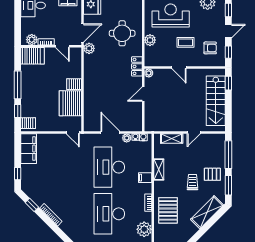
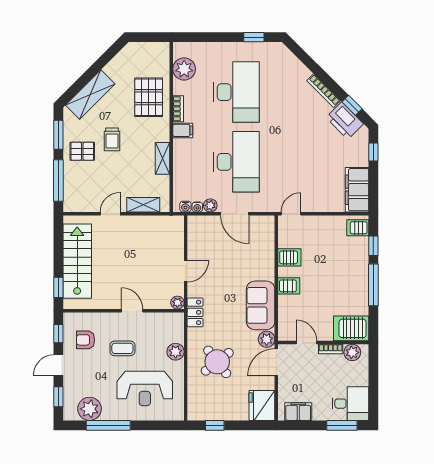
round table: (122, 33) -> (217, 362), turned -38
sofa: (93, 71) -> (261, 305), added
server rack: (70, 103) -> (289, 257), width x0.46, depth x0.70
door: (73, 132) -> (291, 214), hinge flipped
filing cabinet: (145, 178) -> (183, 130), moved
printer: (37, 195) -> (345, 121), added

